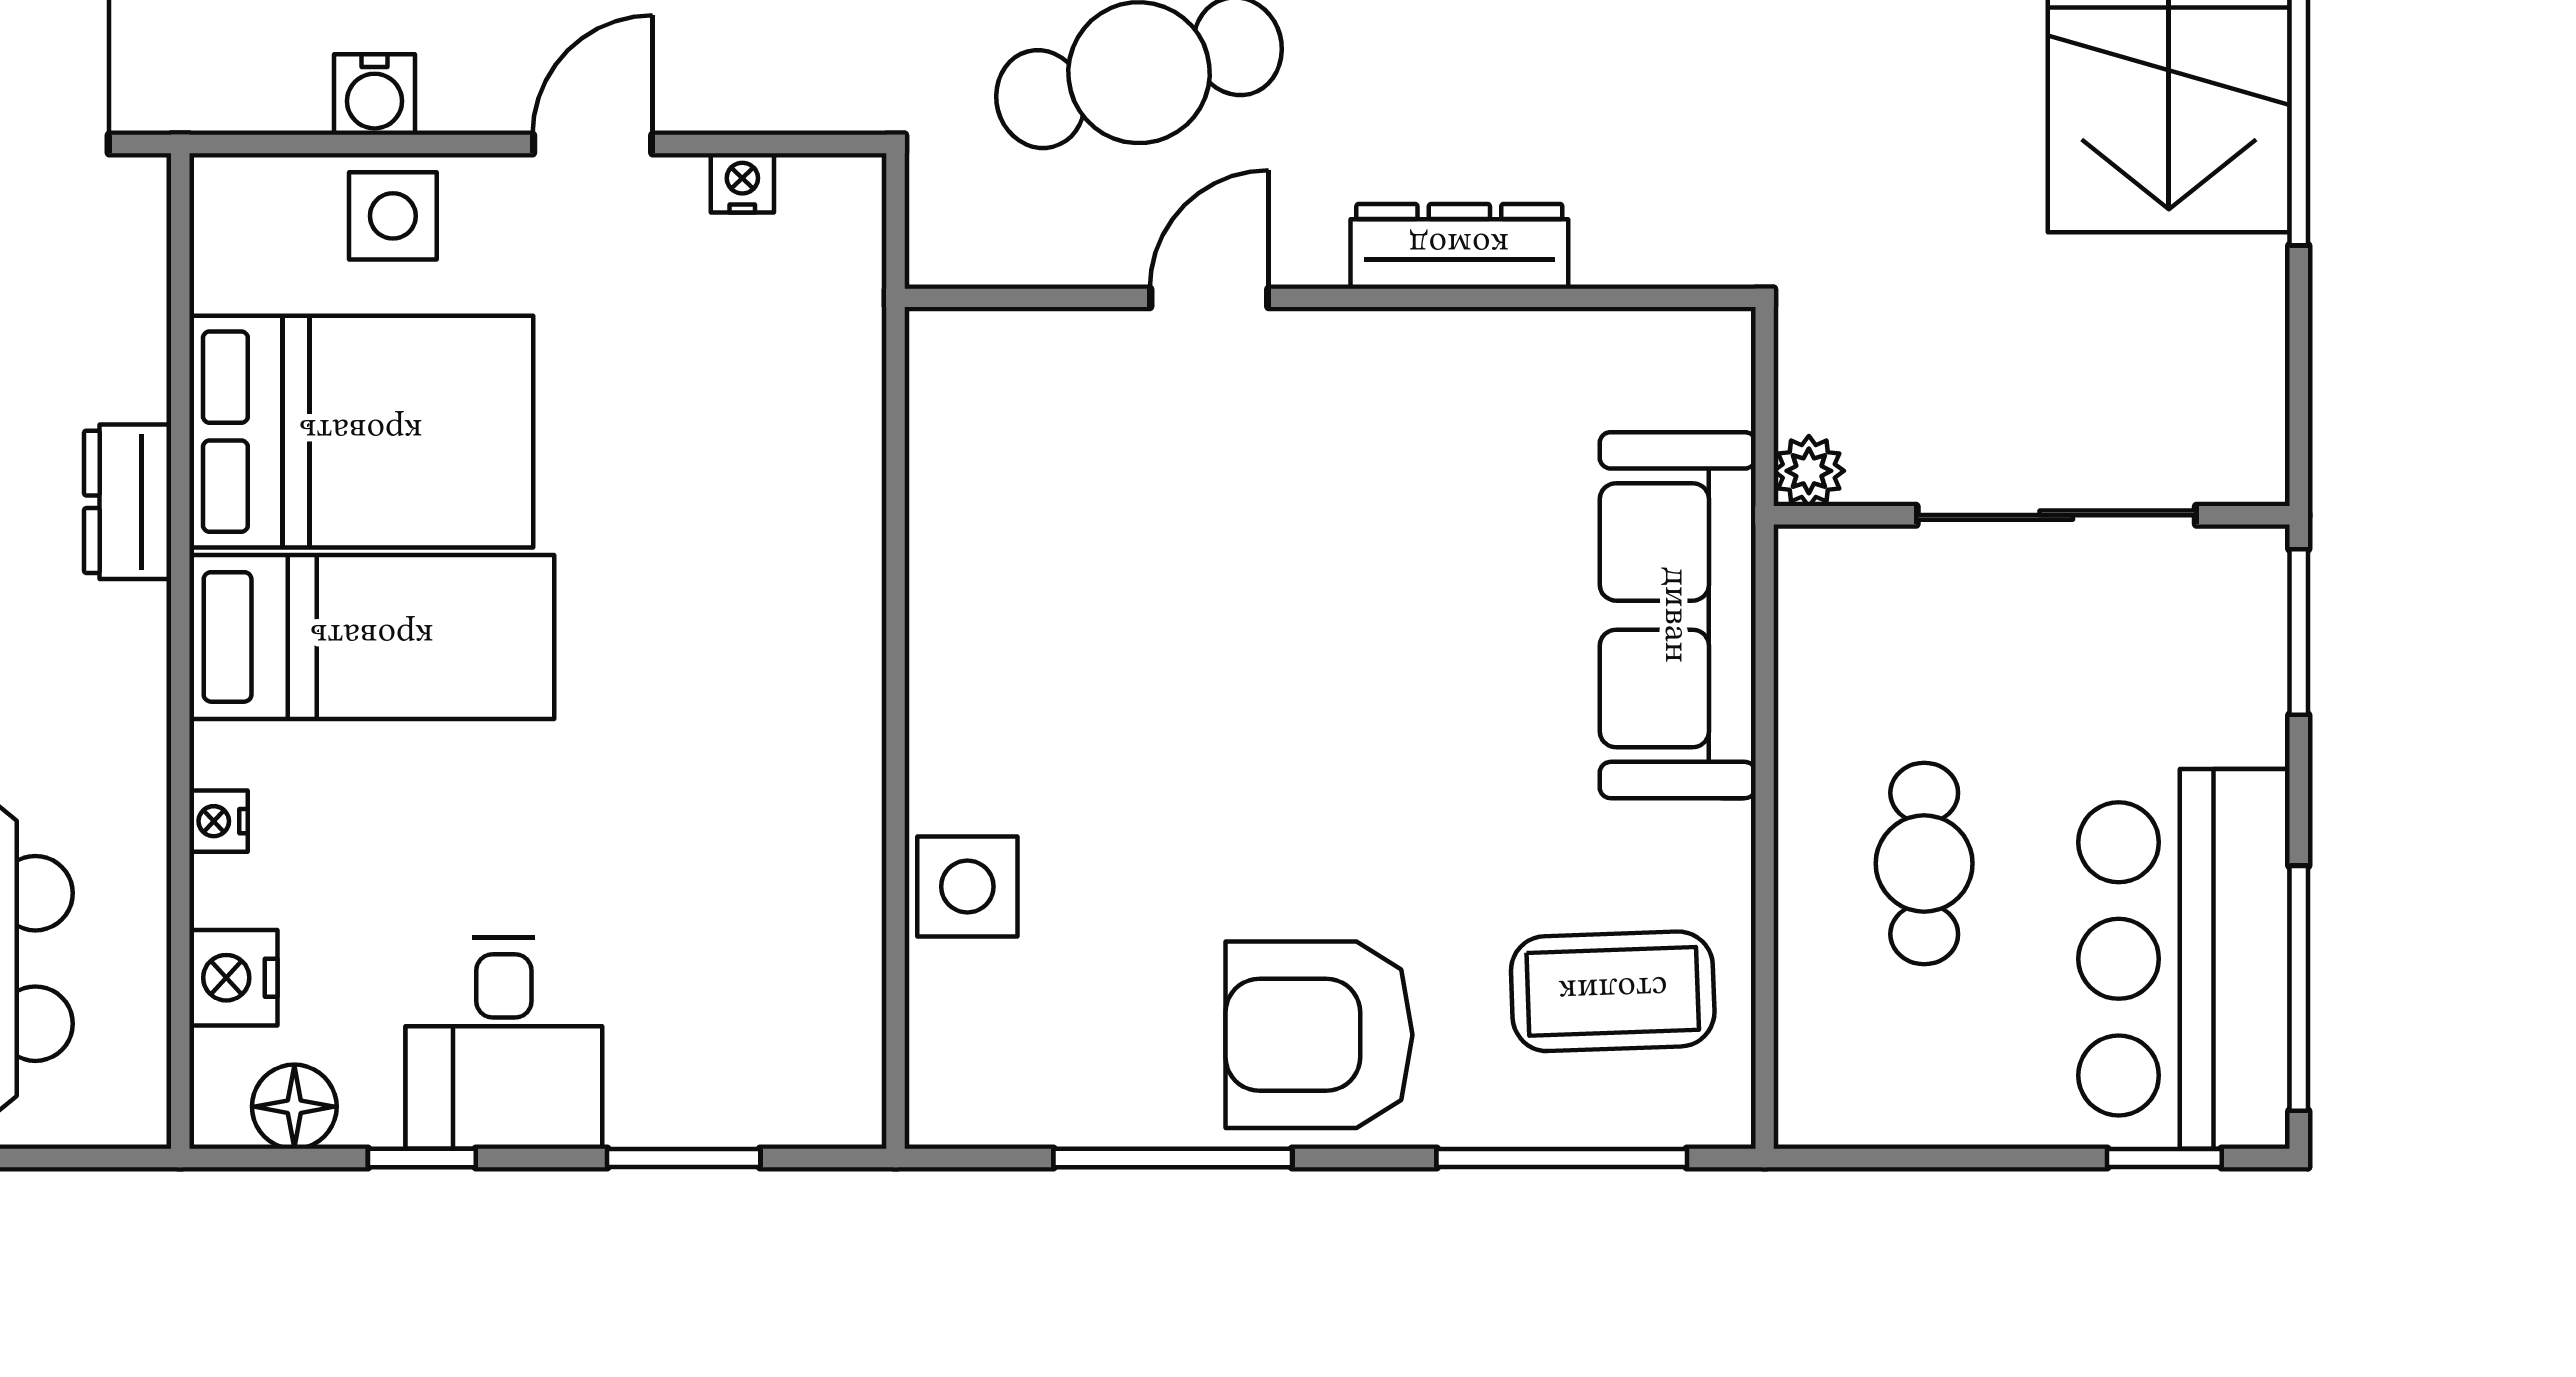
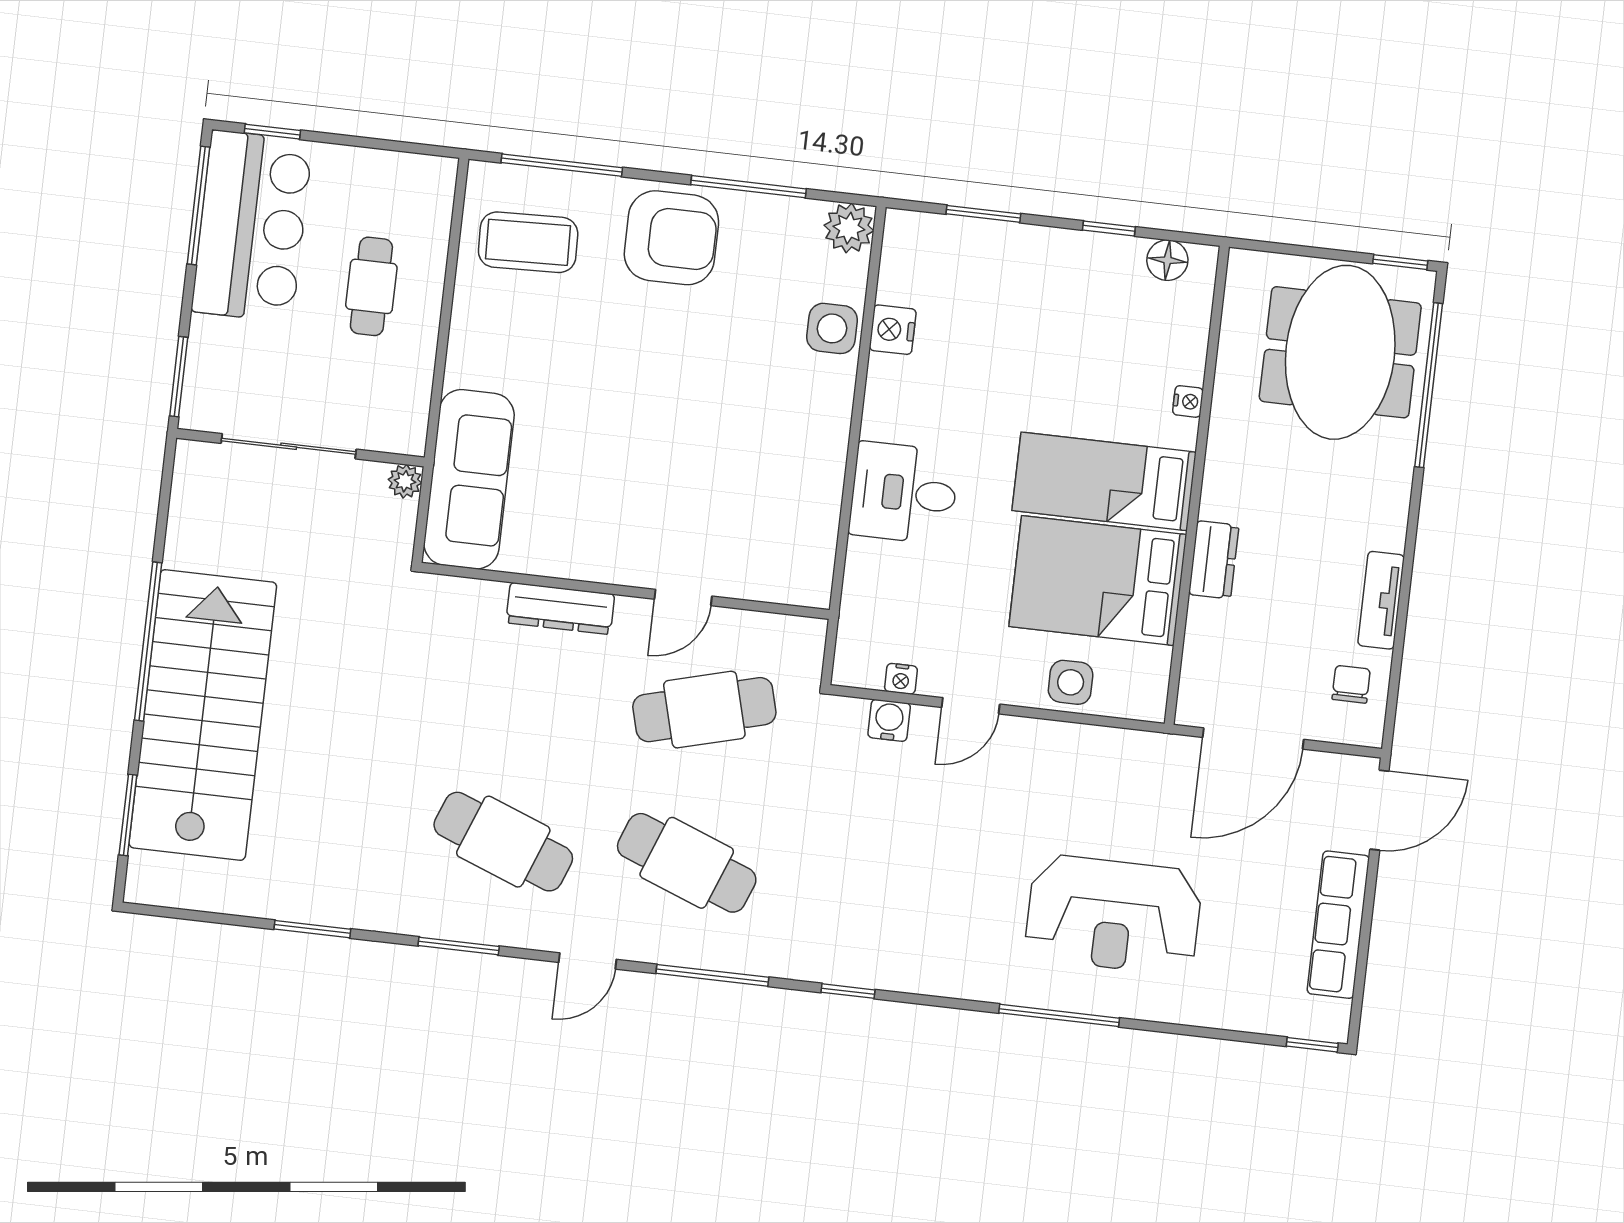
water cooler: (375, 95) -> (889, 720), moved
sofa: (1678, 615) -> (469, 479), moved
nightstand: (233, 978) -> (893, 330), moved, turned 180
desk: (504, 1043) -> (904, 493), moved, turned -90
plant: (956, 1097) -> (849, 228), added

